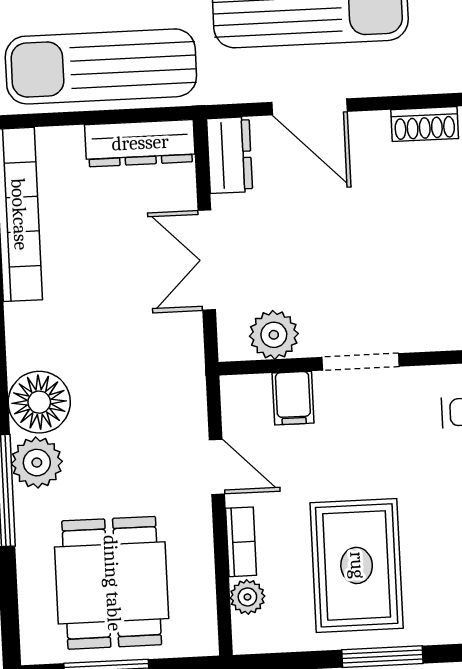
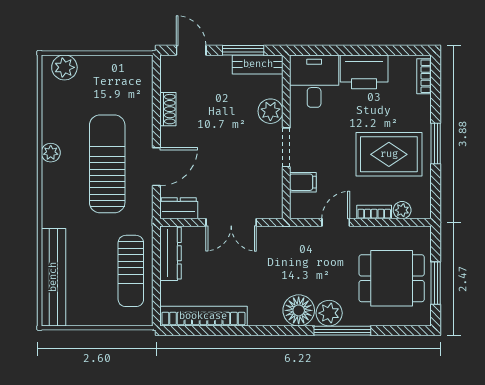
sun lounger: (101, 66) -> (131, 271), width x0.73, depth x0.75
plant: (274, 335) -> (270, 111), moved

